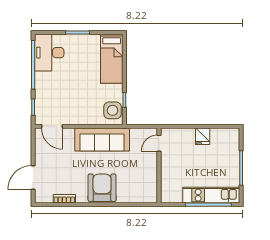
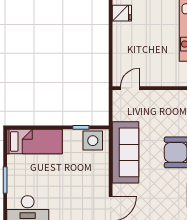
fridge: (203, 136) -> (122, 13), moved
door: (159, 143) -> (130, 88), swing flipped

